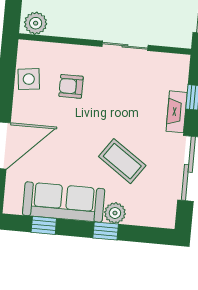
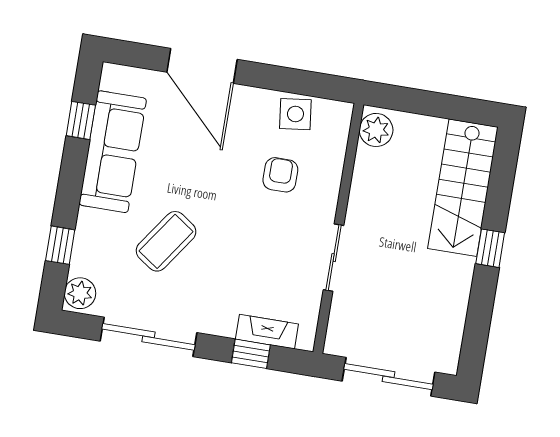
fireplace: (177, 112) -> (267, 332), moved
plant: (115, 213) -> (80, 293), moved
window: (106, 231) -> (60, 245), moved

